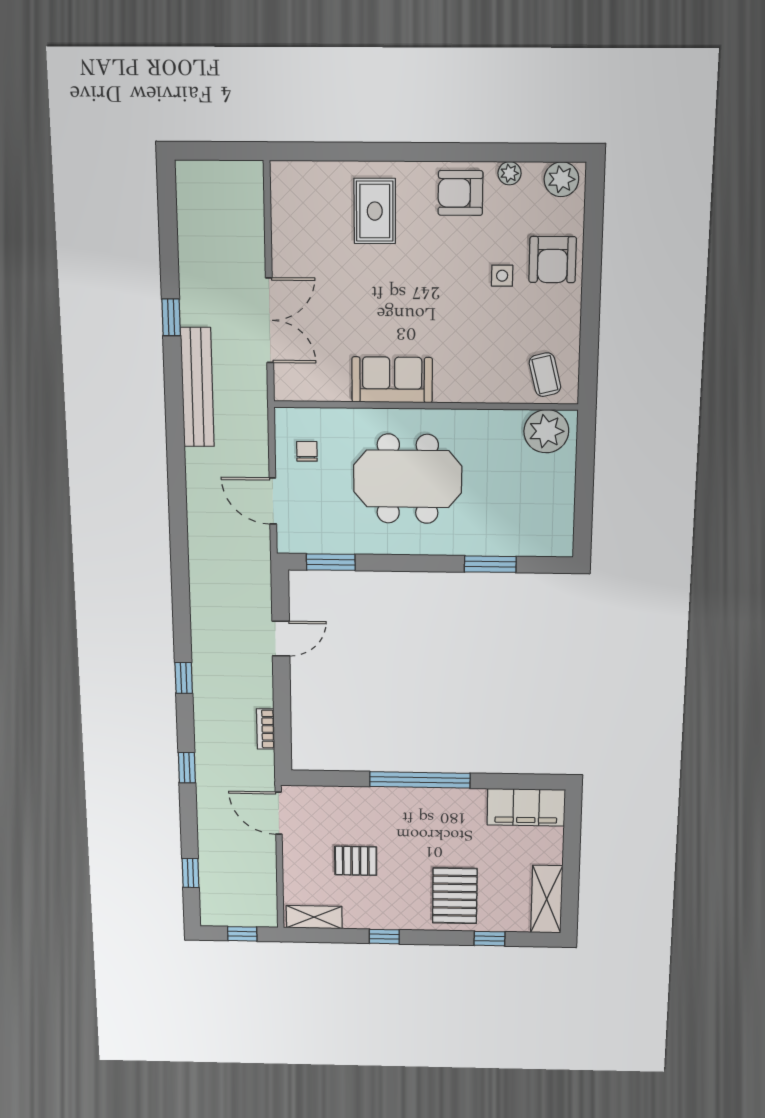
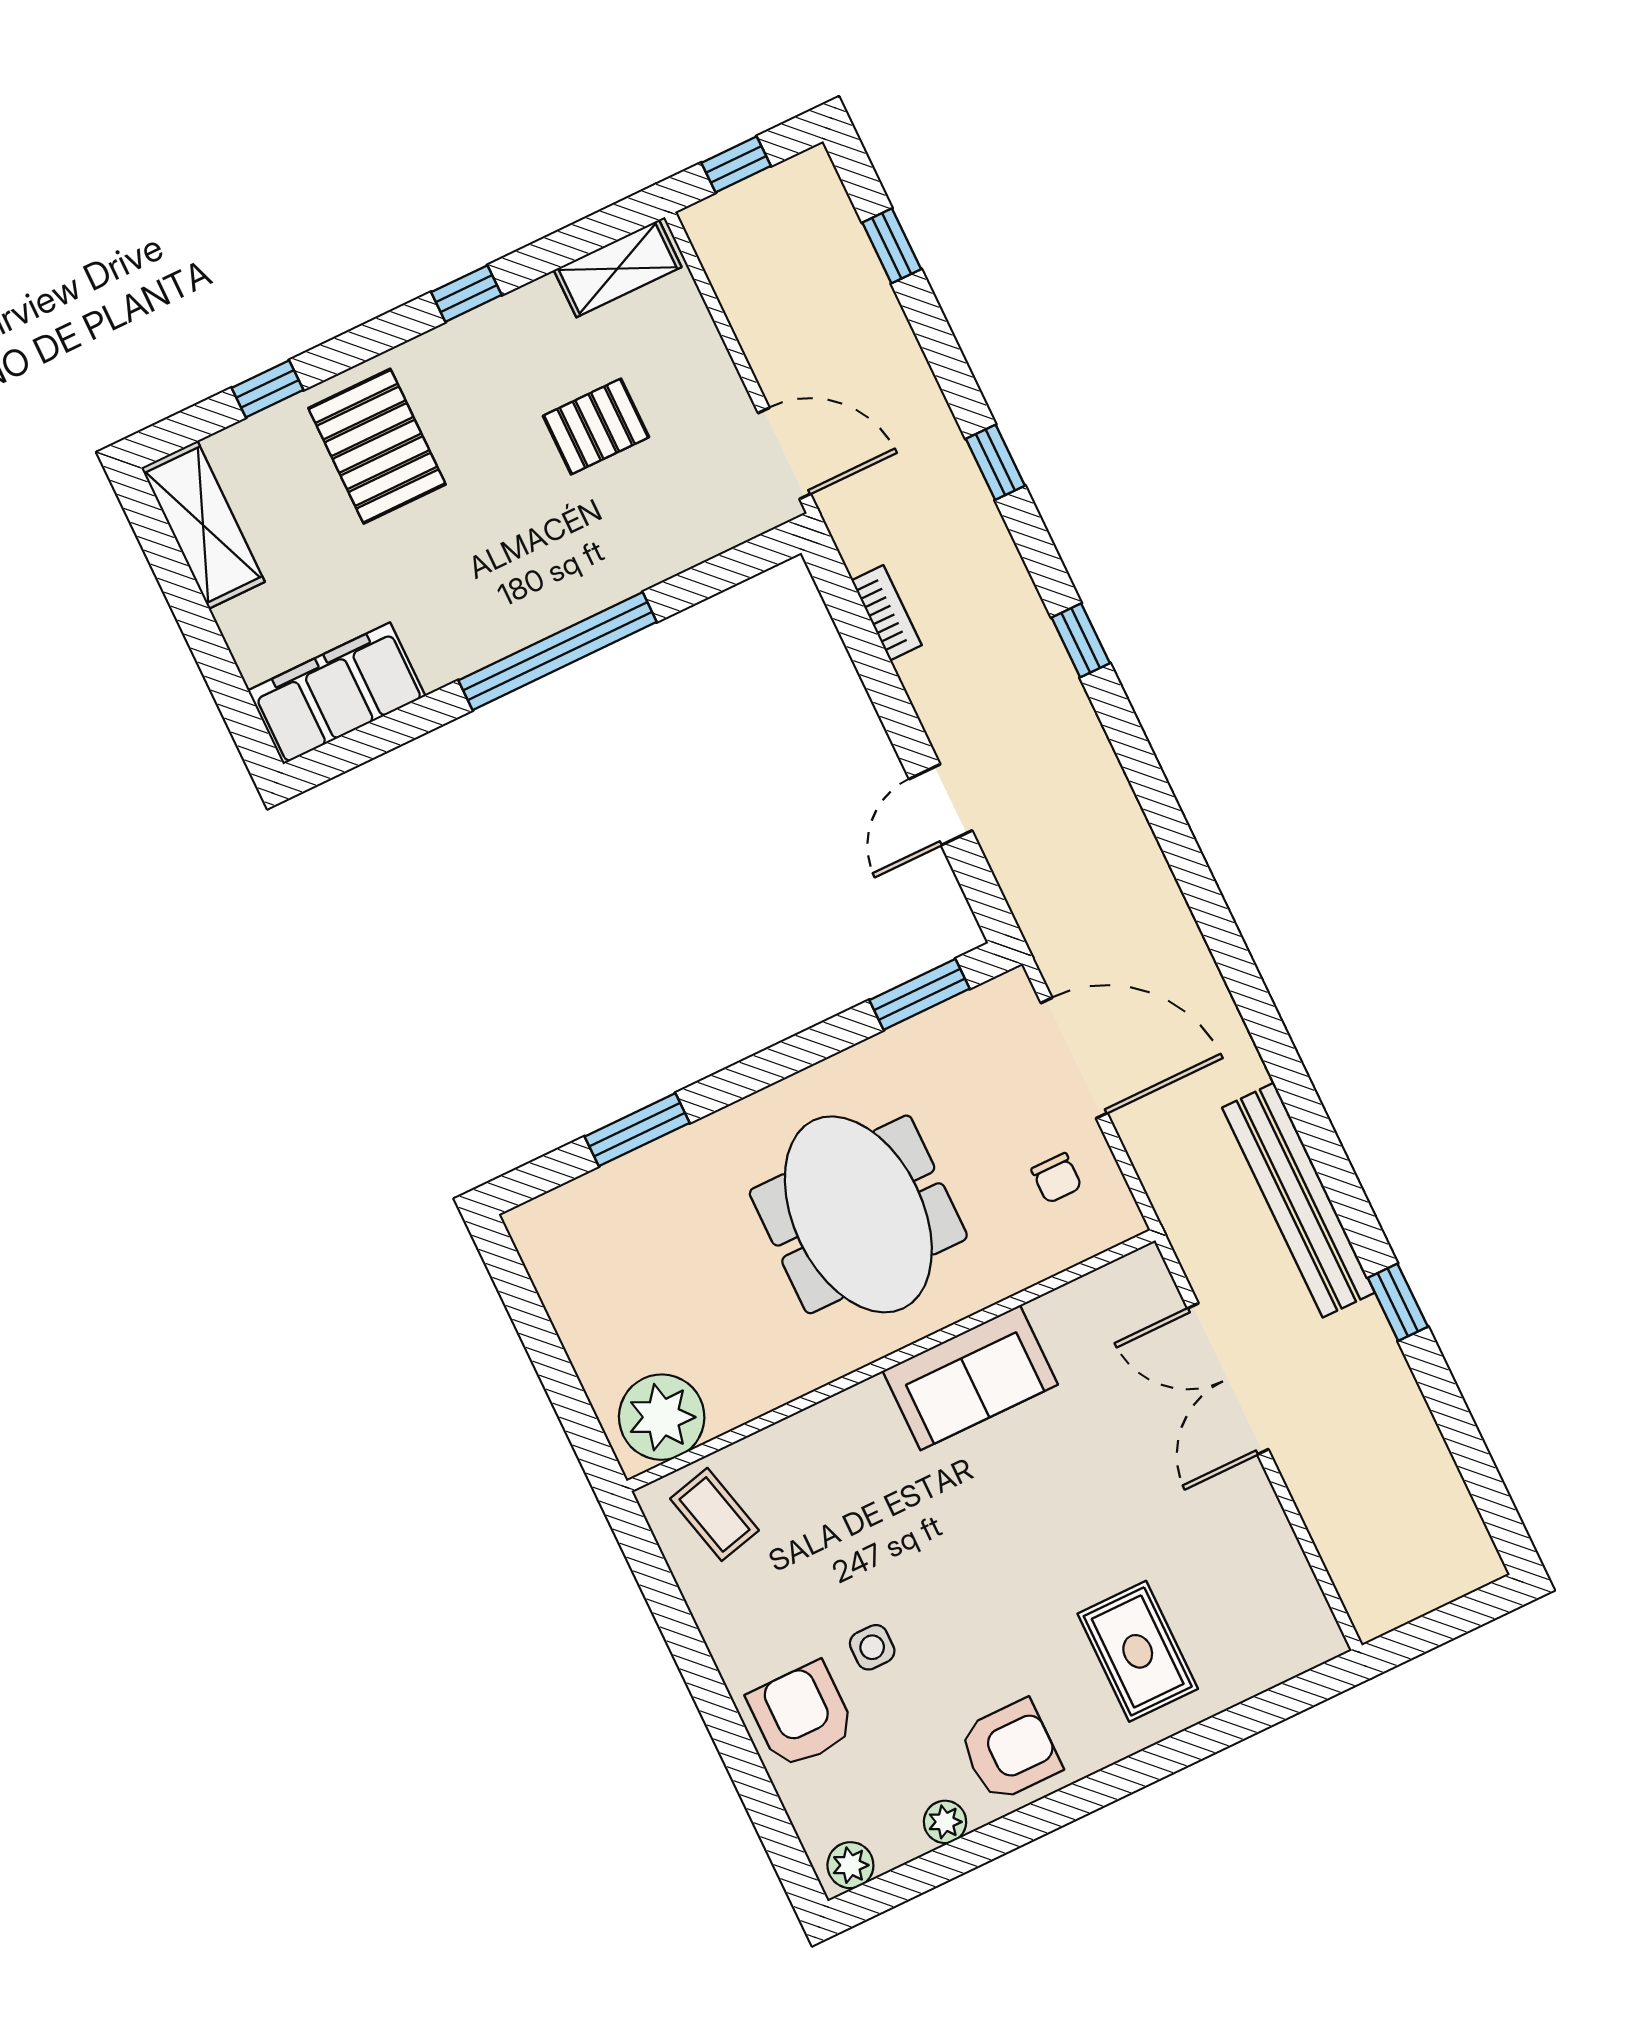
plant: (561, 179) -> (850, 1865), width x0.73, depth x0.73
meeting table: (408, 479) -> (858, 1214), turned 90
door: (273, 501) -> (1074, 1058), width x1.36

